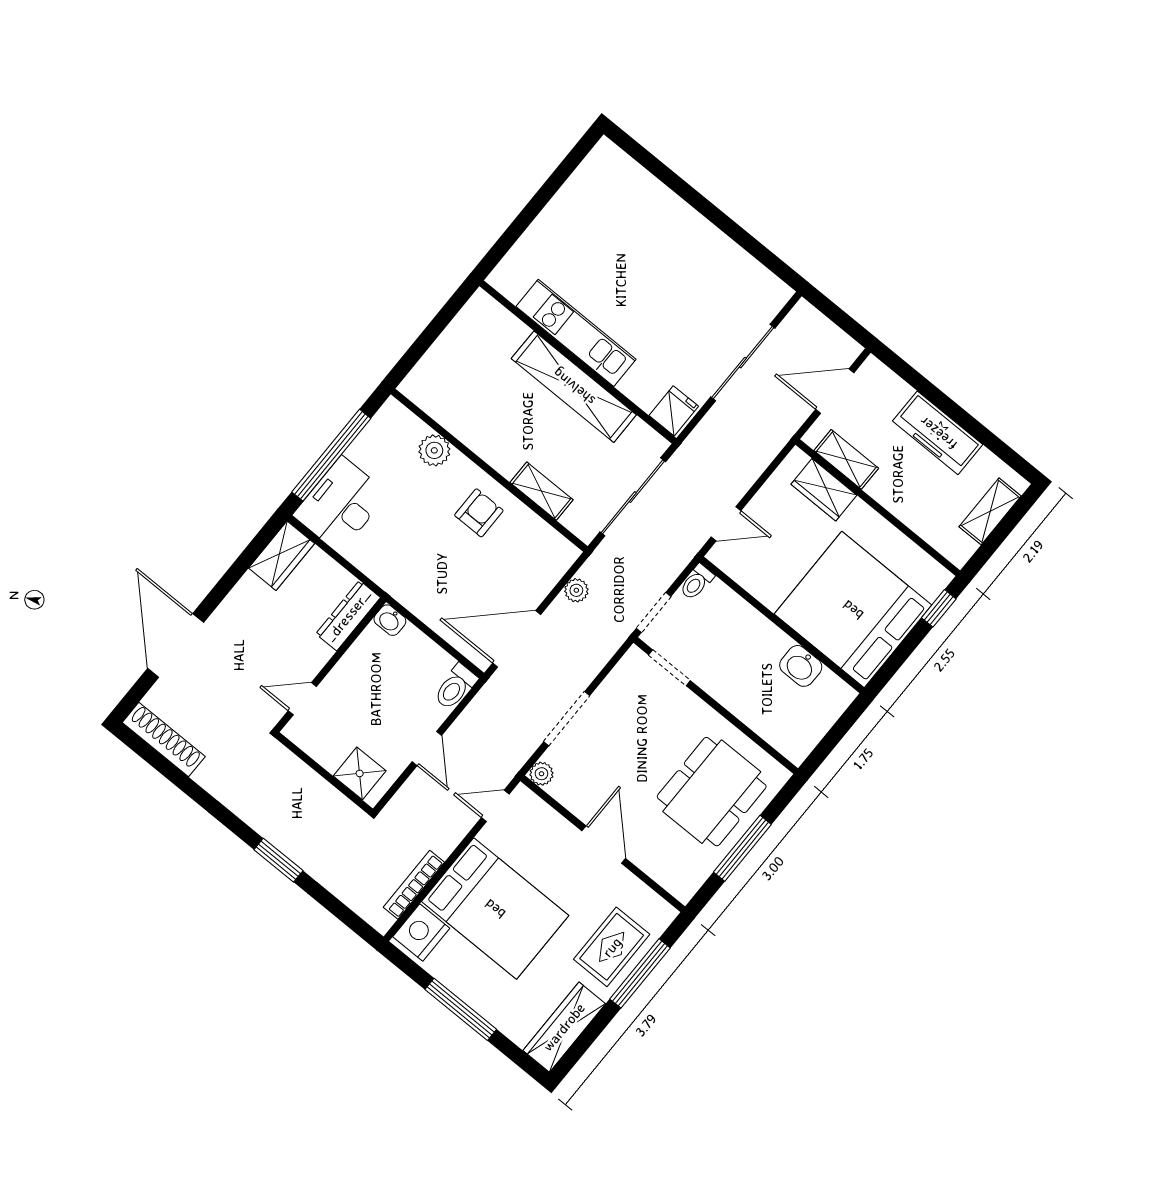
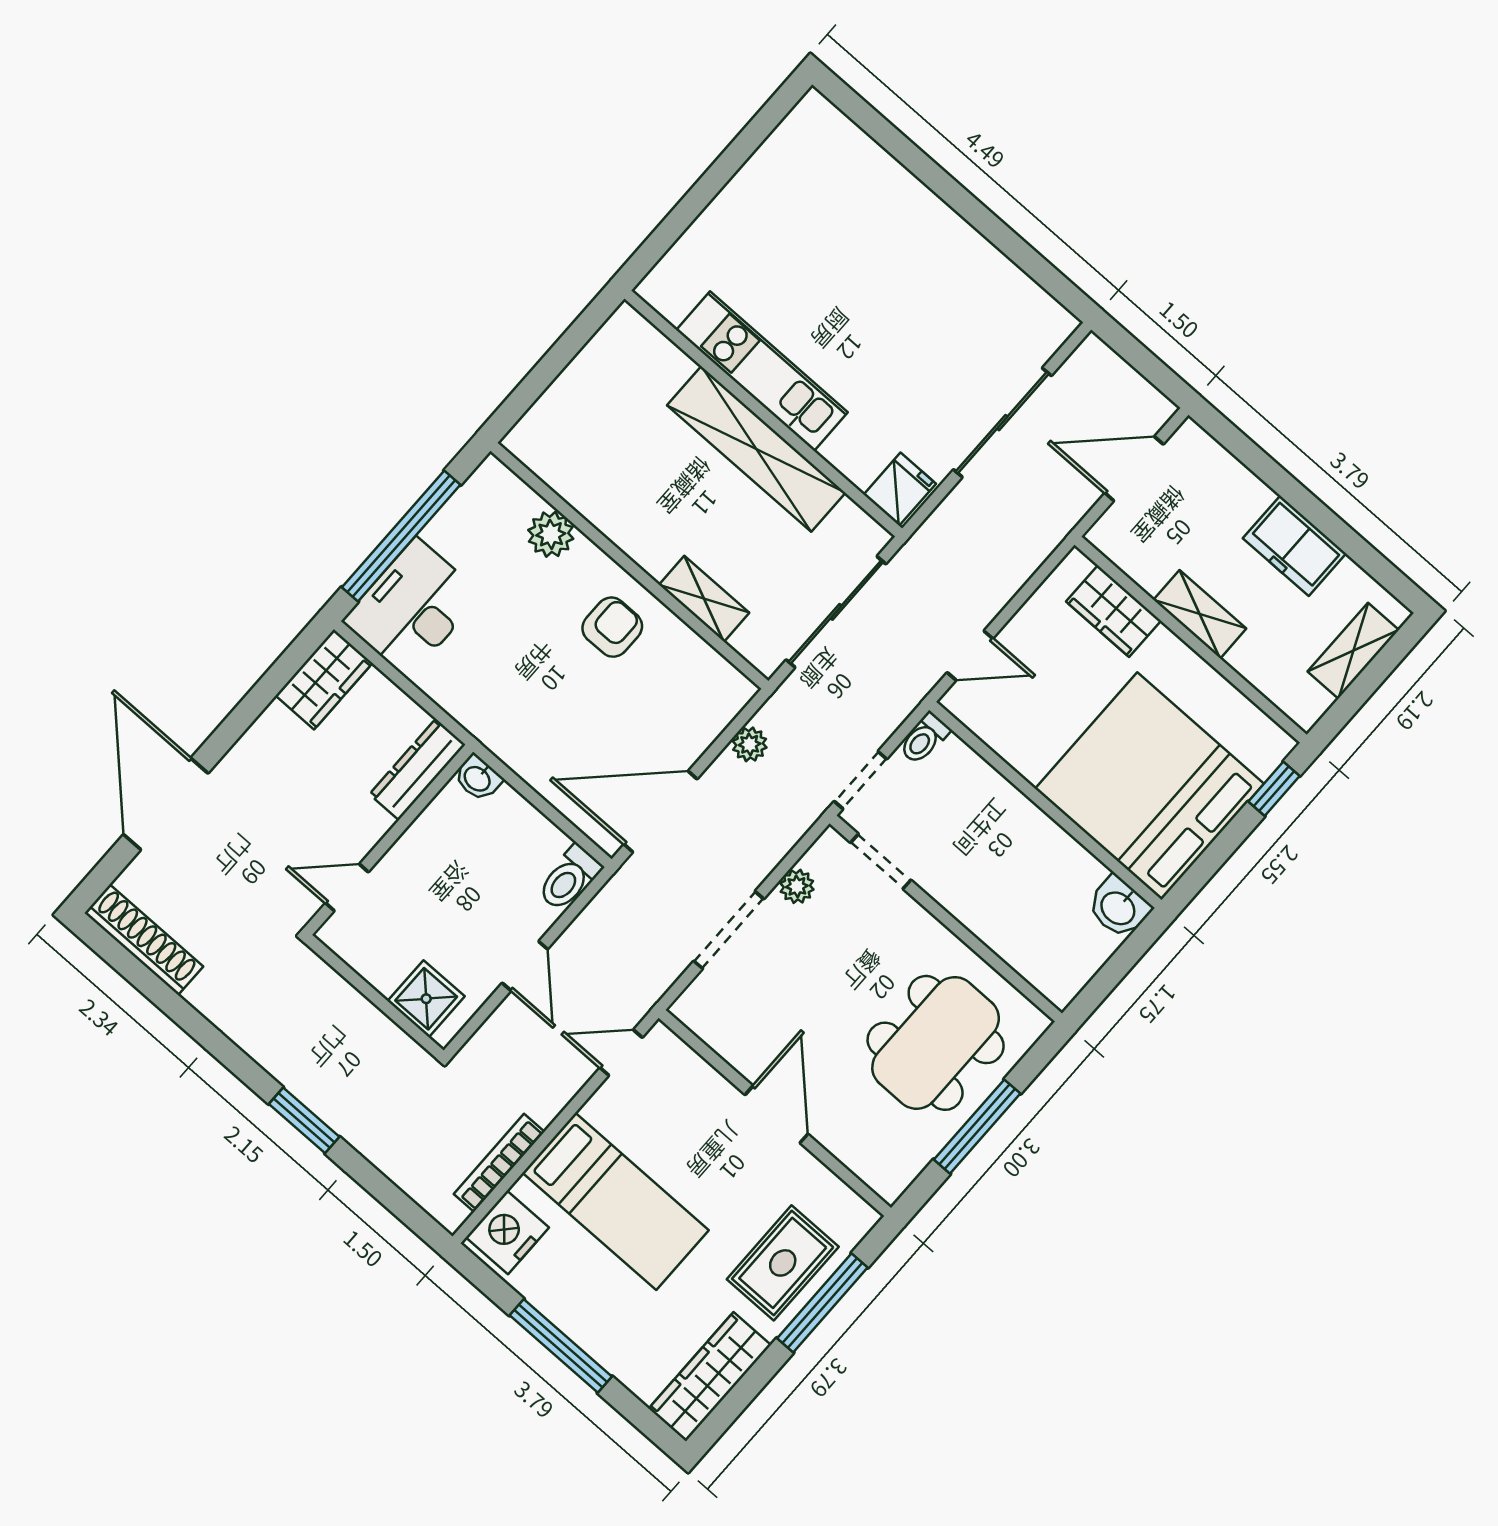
freezer: (938, 433) -> (1294, 546), width x0.71
shelving: (846, 459) -> (1200, 614), moved
washbasin: (801, 666) -> (1119, 907), moved
plant: (541, 774) -> (797, 886), moved
bed: (495, 909) -> (616, 1201), width x0.67

